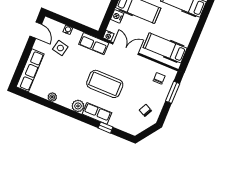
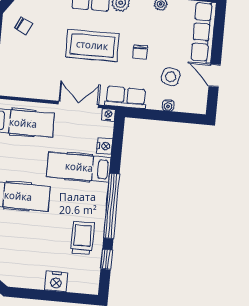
door: (36, 30) -> (215, 75), moved
double door: (126, 49) -> (78, 104), swing flipped
chair: (159, 78) -> (140, 52), moved

